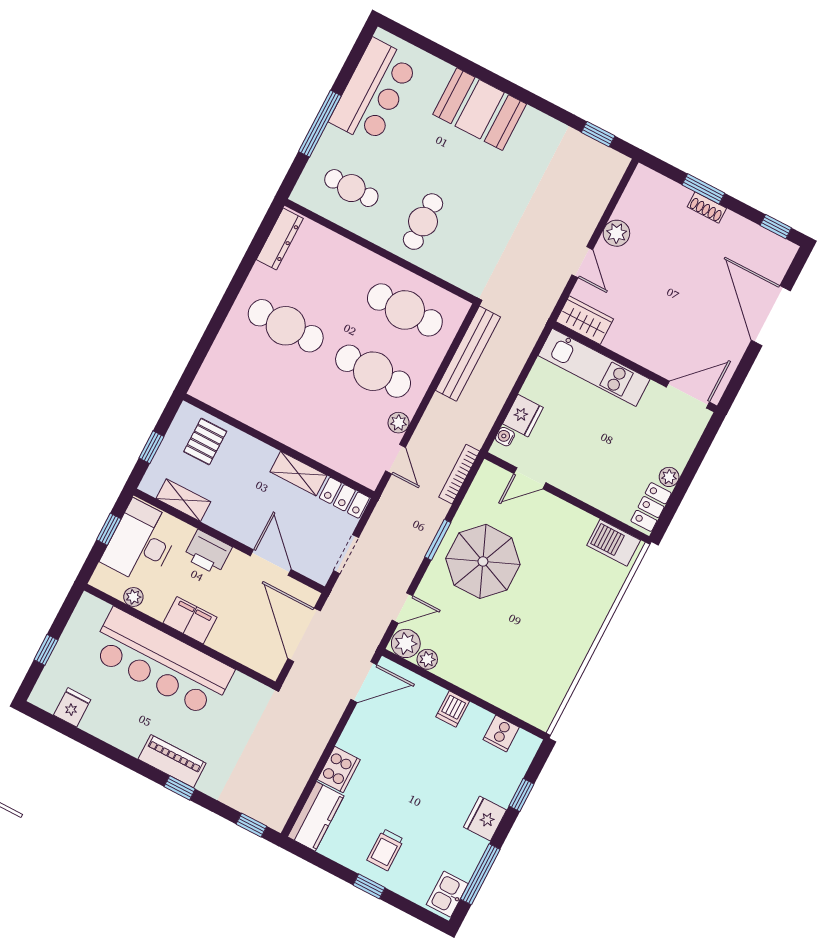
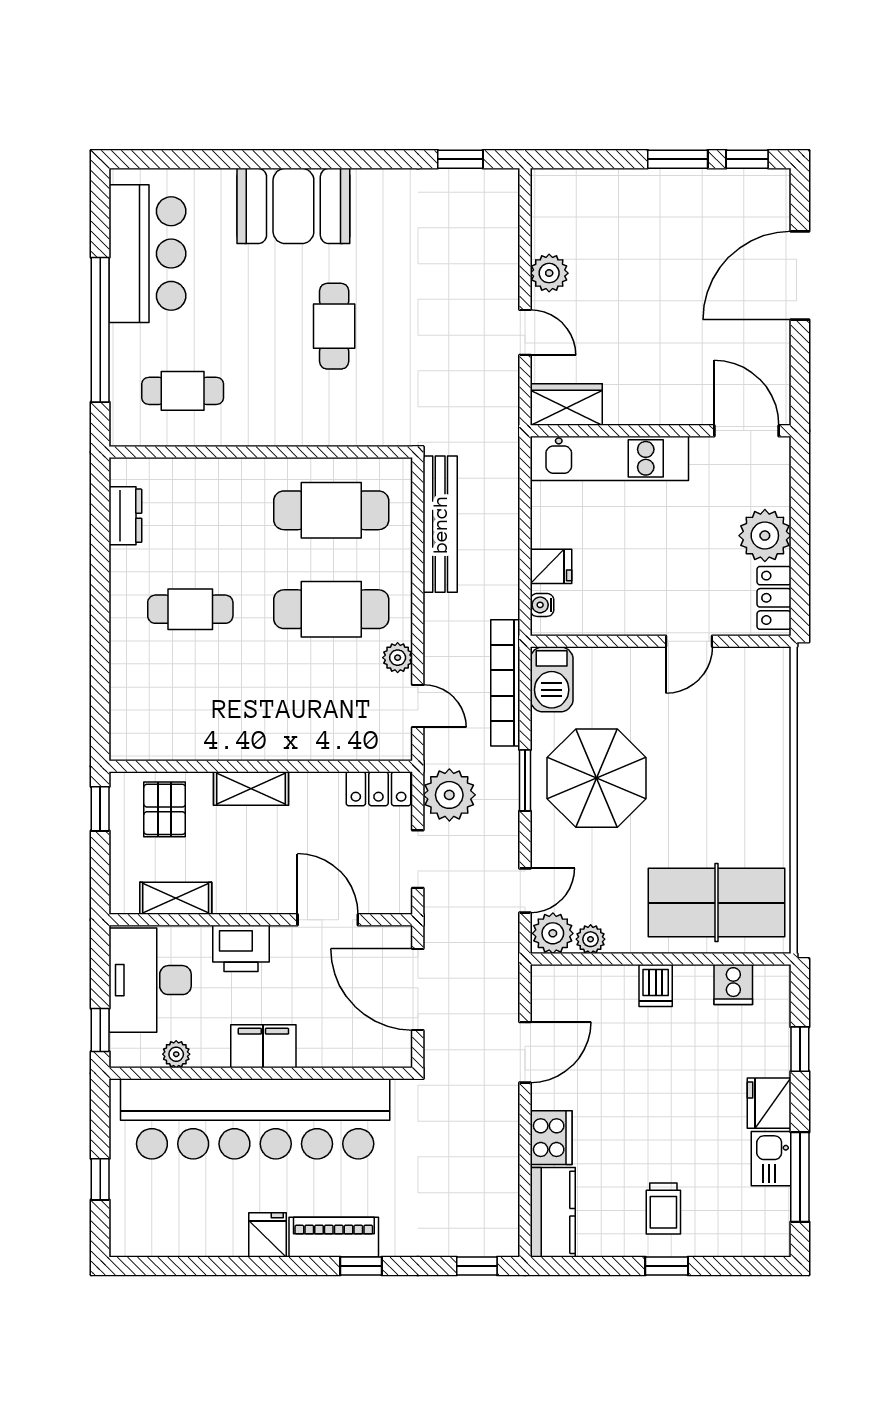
window: (320, 124) -> (100, 330), width x1.46
window: (703, 189) -> (678, 159), moved
shoe rack: (707, 207) -> (647, 181), removed
cafe table: (423, 222) -> (334, 326), moved
dresser: (280, 239) -> (125, 516), width x0.70
door: (771, 316) -> (800, 276), hinge flipped
cafe table: (286, 326) -> (190, 609), width x0.73, depth x0.74
door: (688, 395) -> (747, 431), hinge flipped
fridge: (523, 416) -> (551, 566), width x0.72
window: (151, 447) -> (100, 809), moved
shelving: (298, 474) -> (251, 788), moved
bookcase: (459, 474) -> (505, 683), width x1.48, depth x1.31
plant: (669, 477) -> (765, 536), width x1.88, depth x1.88
door: (530, 478) -> (689, 641), moved
plant: (386, 524) -> (449, 795), added
window: (109, 529) -> (100, 1030), moved
barbecue: (614, 543) -> (552, 679), moved, turned -90
bar counter: (161, 662) -> (255, 1119), width x1.36
table tennis table: (517, 677) -> (716, 903), added
door: (364, 682) -> (525, 1052), moved
fridge: (72, 707) -> (268, 1235), moved
kitchen sink: (447, 894) -> (771, 1159), moved

